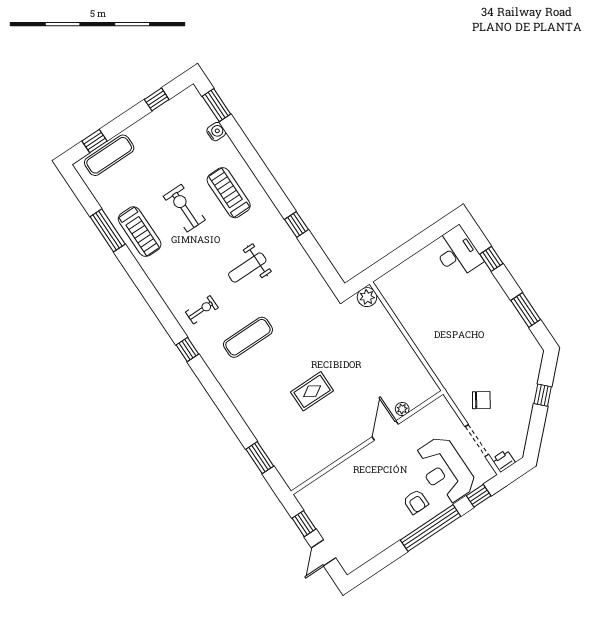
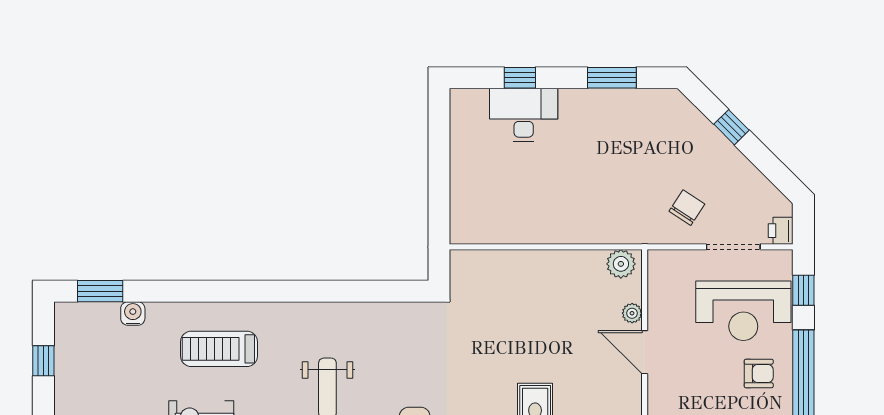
window: (296, 225) -> (315, 291), removed
desk: (457, 253) -> (524, 115), moved
plant: (367, 297) -> (621, 264), moved

